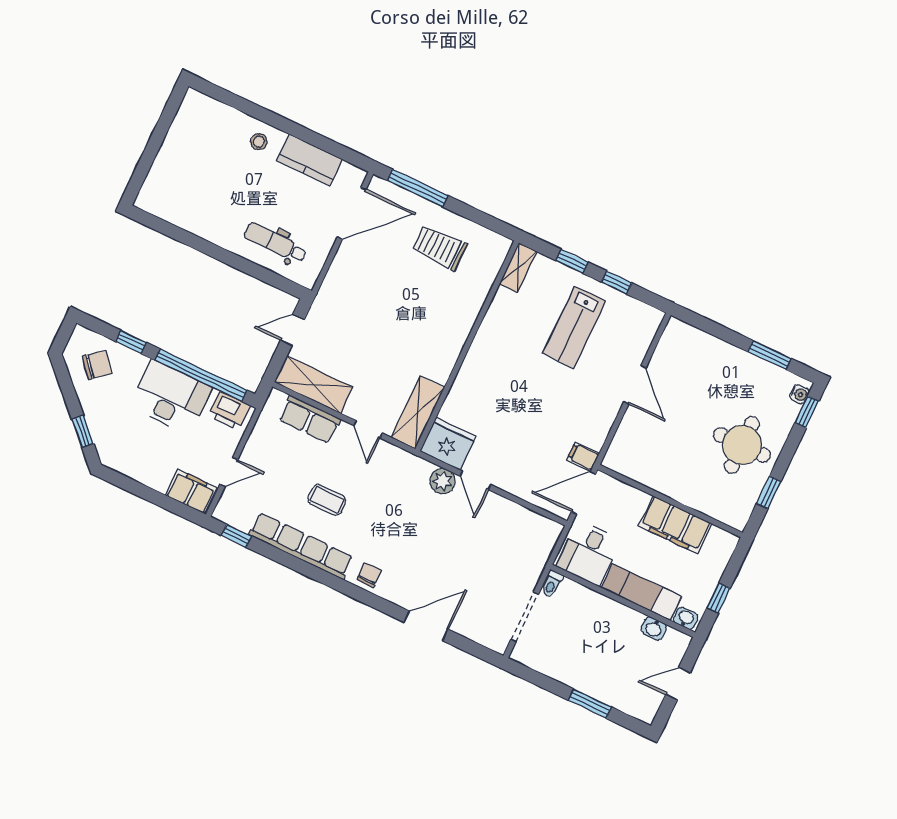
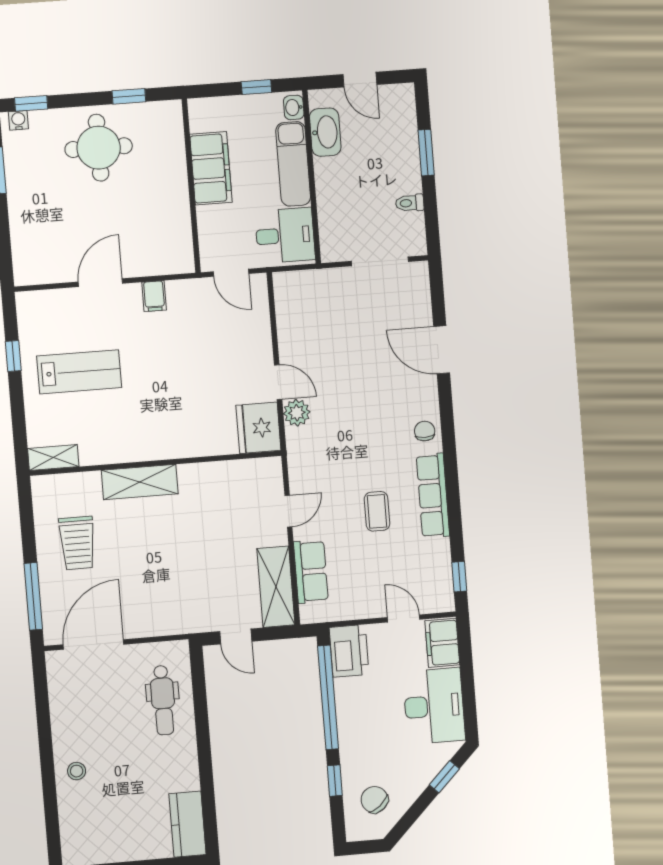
kitchen counter: (310, 160) -> (187, 824), moved, turned 180
door: (352, 213) -> (94, 644), hinge flipped
window: (572, 261) -> (18, 410), removed
desk: (171, 397) -> (434, 706), moved, turned 180
printer: (229, 411) -> (349, 651), width x1.37, depth x1.19
shelving: (418, 412) -> (140, 482), moved
filing cabinet: (583, 457) -> (154, 296), moved
door: (475, 480) -> (278, 382), hinge flipped
door: (584, 493) -> (231, 273), width x0.73
row of seats: (301, 546) -> (433, 496), width x0.73
chair: (369, 575) -> (425, 431), turned 90
toilet: (552, 584) -> (410, 203), moved, turned 180
washbasin: (654, 628) -> (325, 132), width x1.91, depth x1.45

